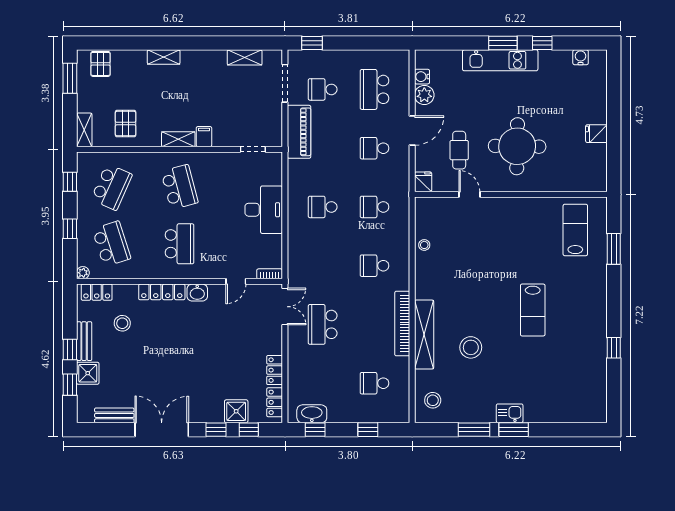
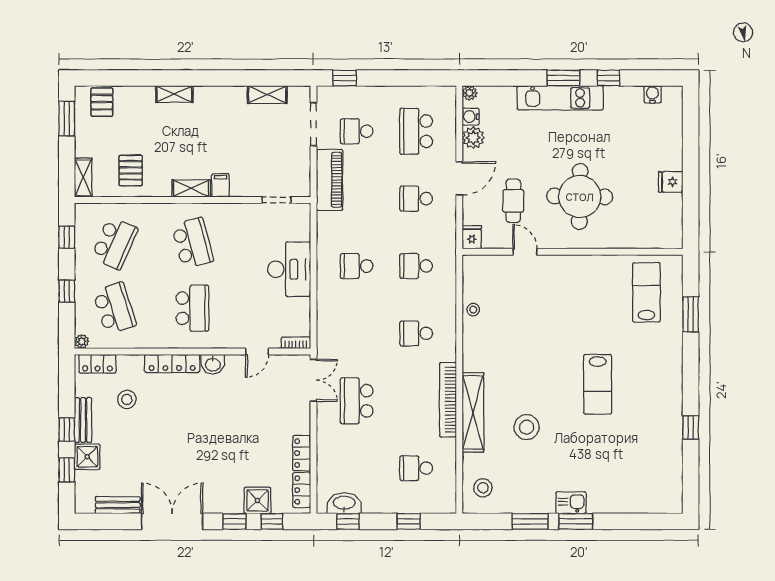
plant: (421, 56) -> (469, 93), added

